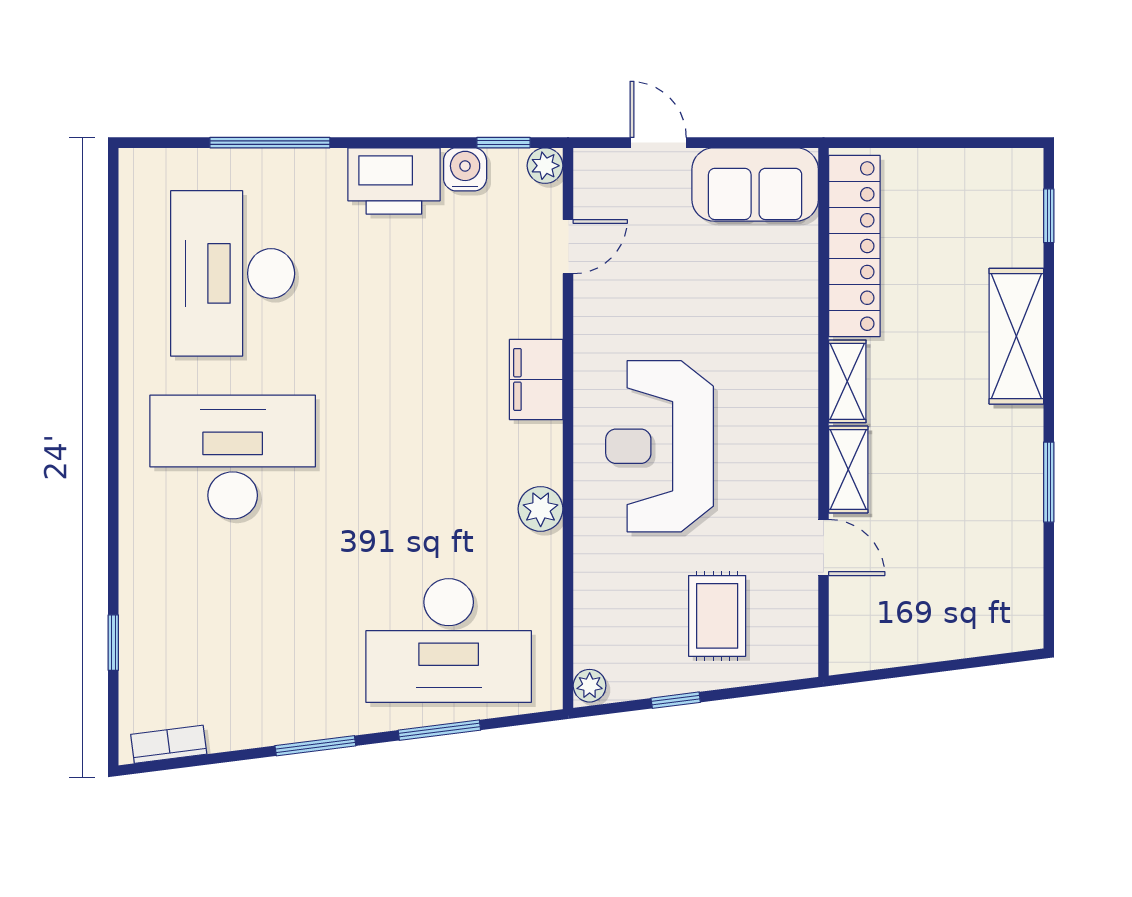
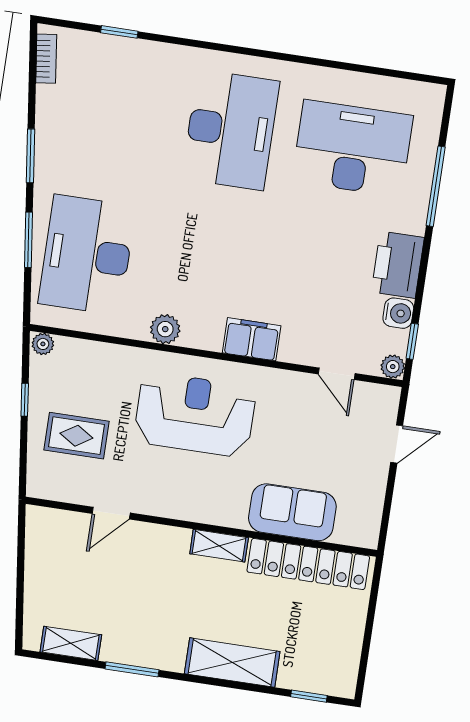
sofa: (755, 184) -> (292, 512), moved, turned 90
shelving: (848, 470) -> (71, 643), moved

